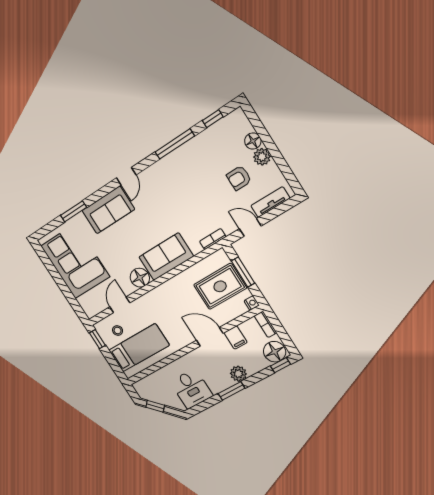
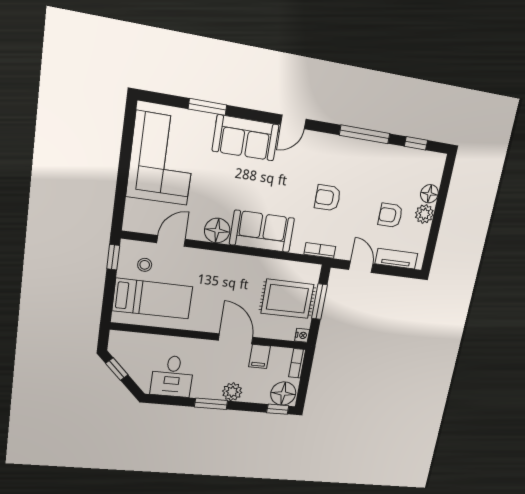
armchair: (188, 202) -> (328, 198), added

